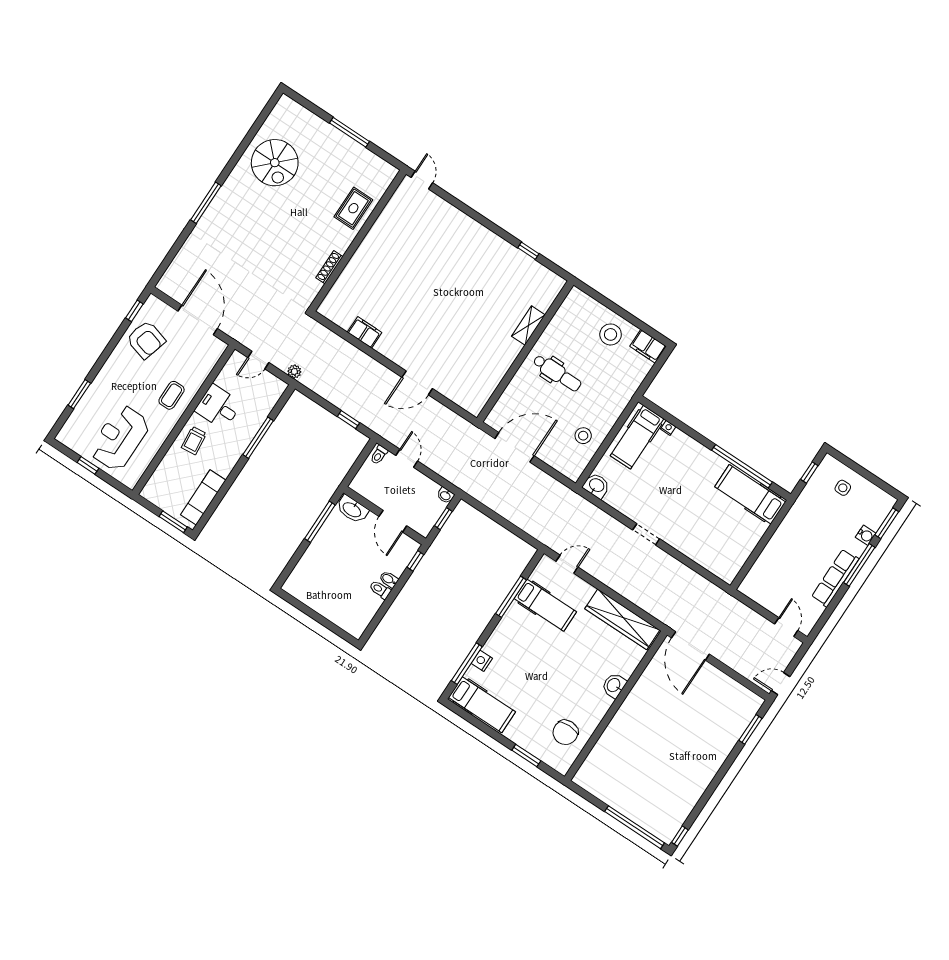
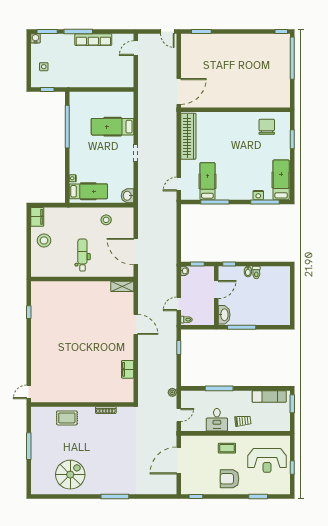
shelving: (528, 326) -> (122, 286), moved
armchair: (146, 340) -> (229, 479), moved, turned -106
door: (258, 360) -> (179, 415), hinge flipped
hospital bed: (750, 494) -> (113, 127), moved, turned 90
water cooler: (866, 535) -> (35, 38), moved
door: (567, 564) -> (179, 184), hinge flipped
washbasin: (614, 685) -> (226, 118), removed
chair: (565, 732) -> (267, 127), turned -90

